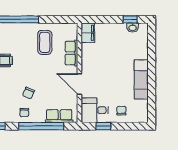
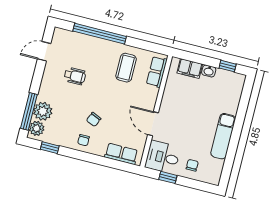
washbasin: (133, 28) -> (209, 71), moved
filing cabinet: (88, 33) -> (190, 68), moved, turned 90
row of seats: (72, 53) -> (157, 72), moved
window: (41, 126) -> (98, 160), removed

